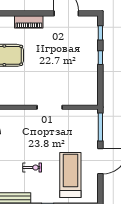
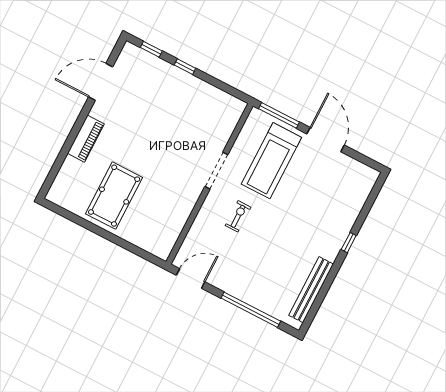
exercise bike: (32, 168) -> (238, 216), moved
treadmill: (70, 175) -> (271, 161), moved, turned -90

